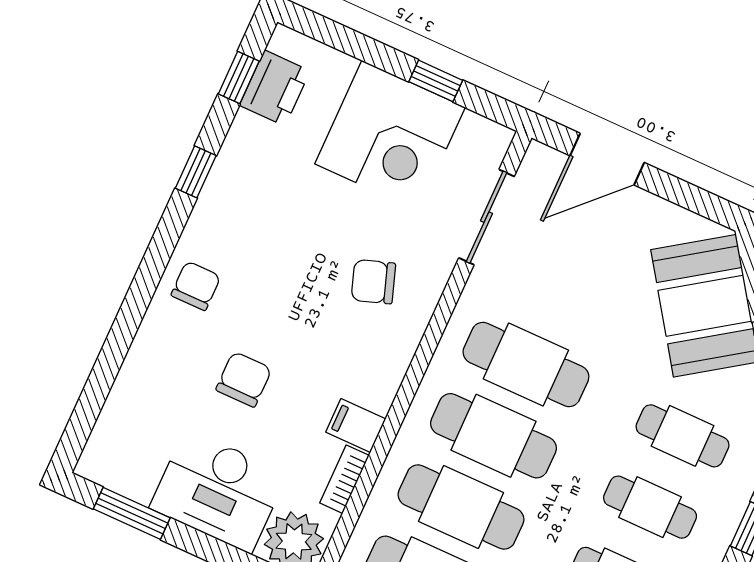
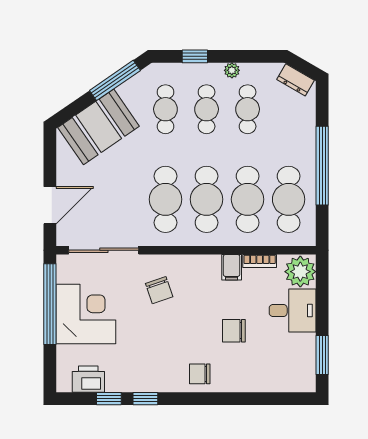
window: (239, 77) -> (109, 399), moved
window: (436, 81) -> (50, 304), width x3.17
door: (607, 159) -> (50, 205), hinge flipped
sliding door: (487, 217) -> (104, 250), width x1.37
desk: (218, 491) -> (293, 311), width x0.73

